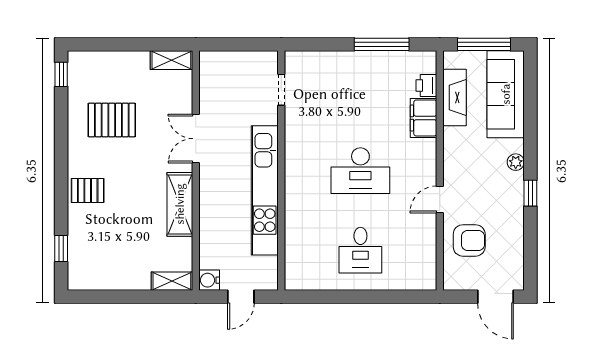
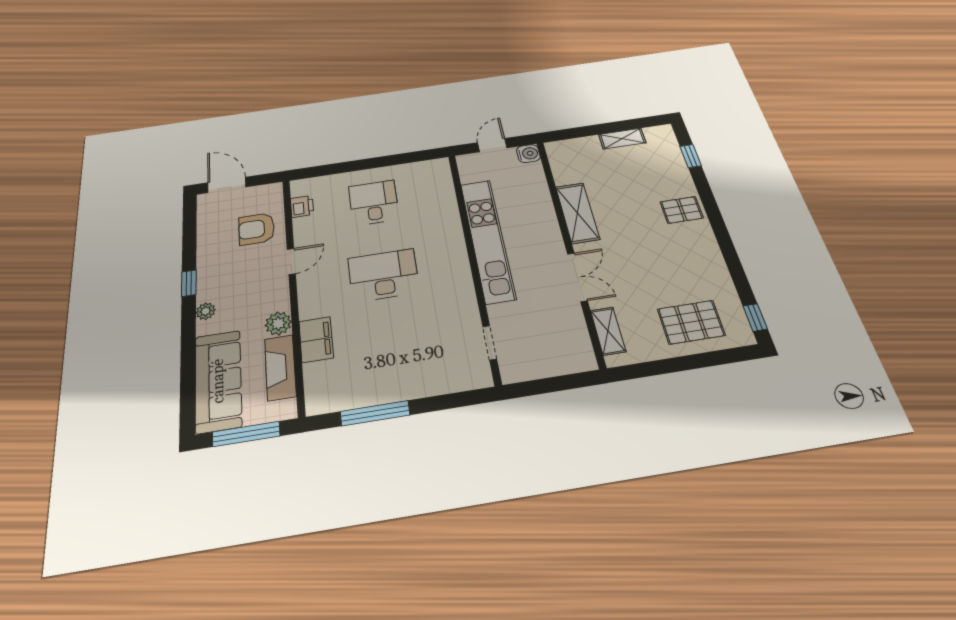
shelving: (171, 60) -> (608, 331), moved, turned 90
printer: (426, 85) -> (302, 206), moved
pallet: (112, 120) -> (691, 322), moved
plant: (454, 139) -> (278, 324), added
shelving: (172, 281) -> (622, 139), moved

